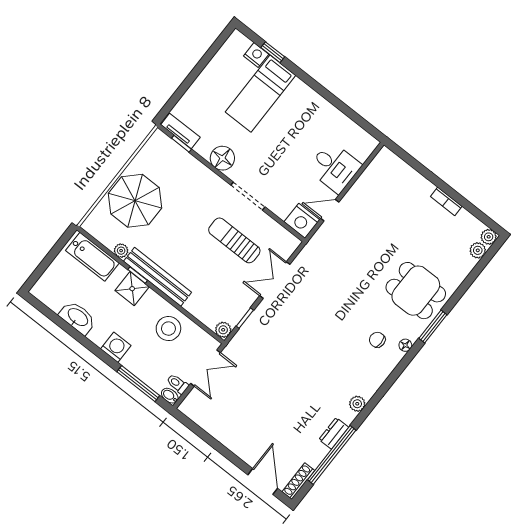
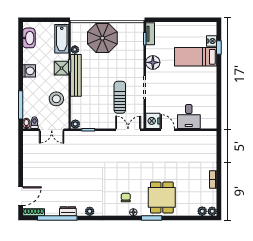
double door: (275, 280) -> (128, 130), moved
washbasin: (78, 318) -> (29, 38), moved
washing machine: (116, 347) -> (29, 71), moved

